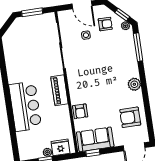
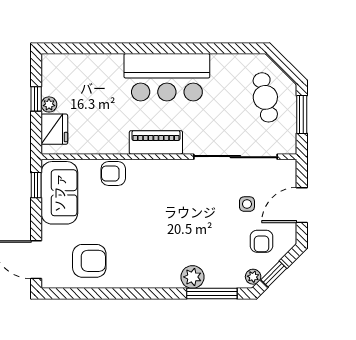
cafe table: (26, 34) -> (265, 97), added
plant: (134, 84) -> (192, 277), moved
bar counter: (25, 106) -> (167, 77), moved
armchair: (130, 117) -> (89, 261), turned 90

